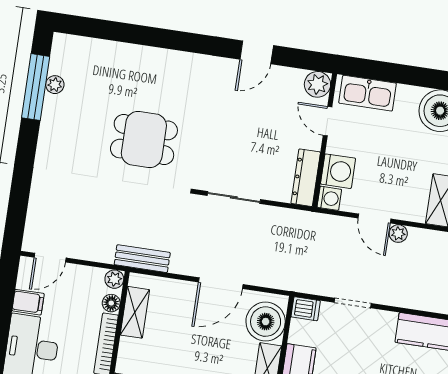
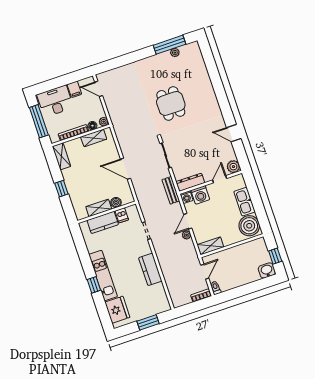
kitchen sink: (368, 93) -> (245, 202), moved
bench: (142, 259) -> (171, 190), moved
dishwasher: (306, 309) -> (122, 215), moved
boiler: (266, 322) -> (116, 202), width x0.54, depth x0.54

